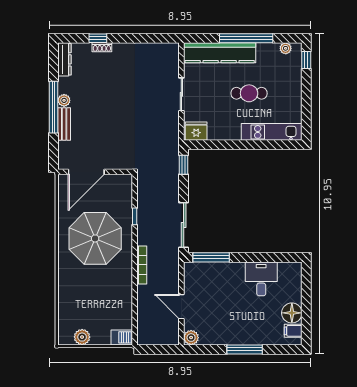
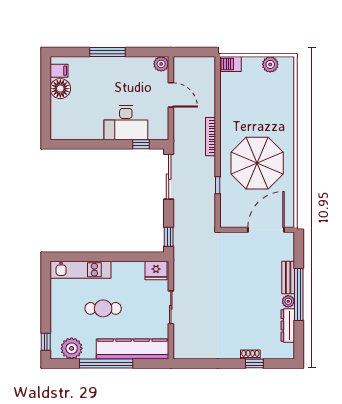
plant: (286, 48) -> (72, 348), width x1.88, depth x1.88
dresser: (64, 59) -> (288, 325), moved
window: (211, 257) -> (141, 144), width x0.46
desk: (261, 279) -> (126, 123), moved, width x1.37

